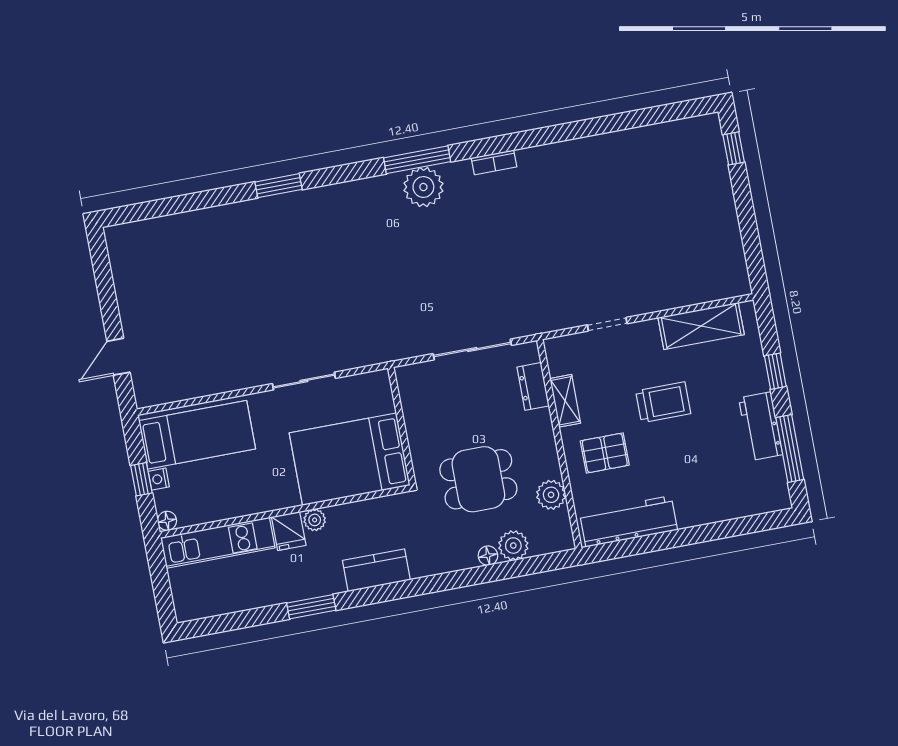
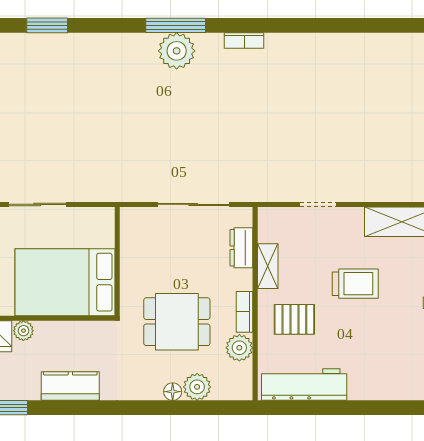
bookcase: (549, 455) -> (244, 312), added

